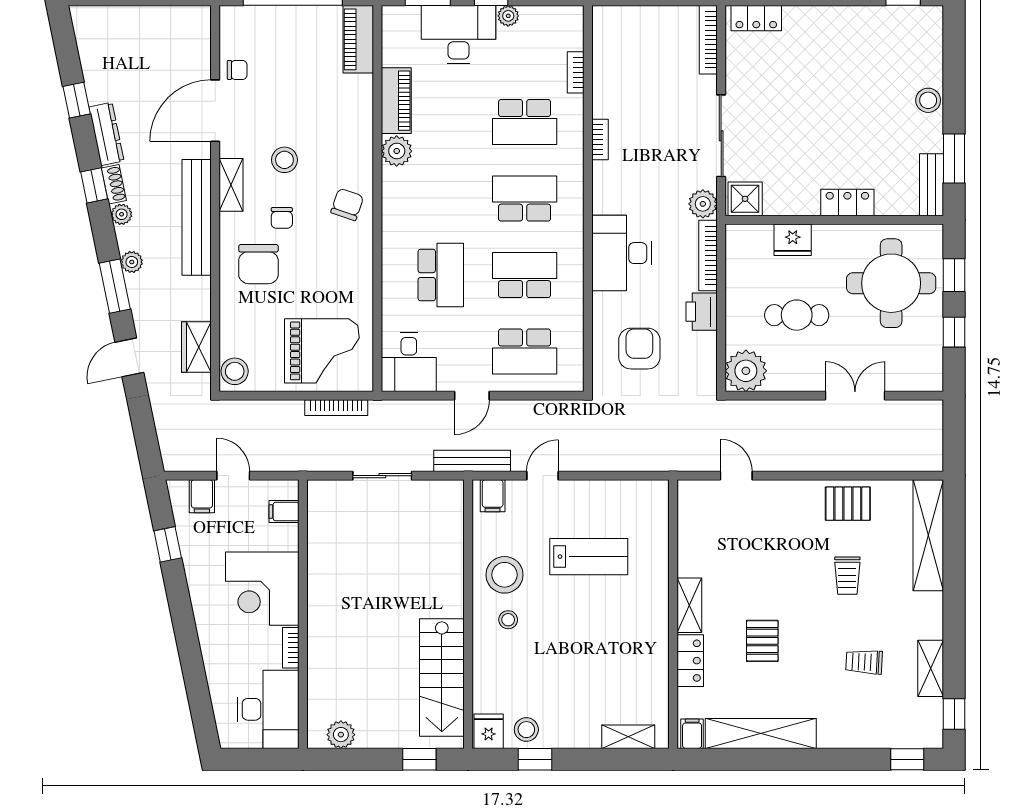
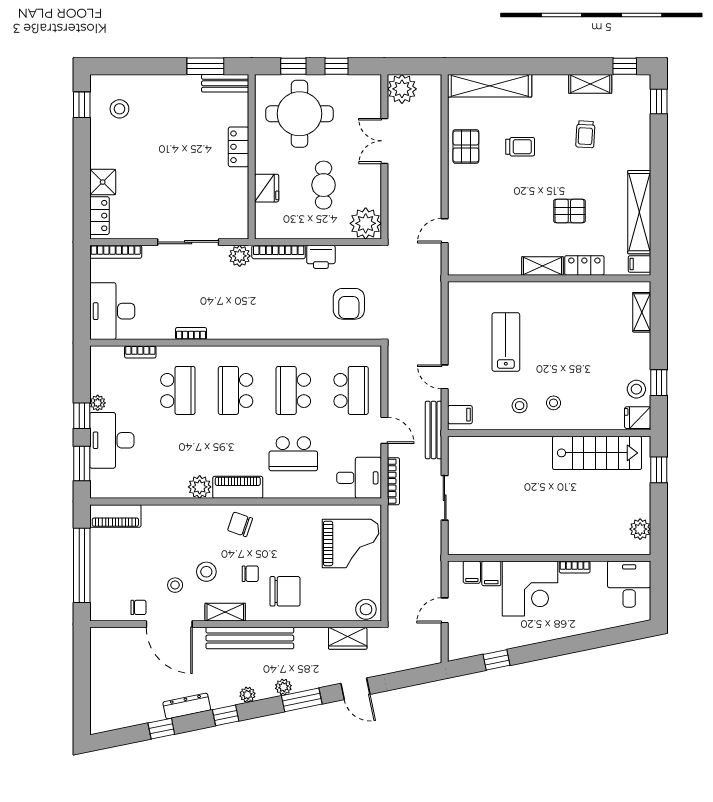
chair: (237, 70) -> (139, 607), turned 90
stool: (928, 100) -> (119, 109), moved
piano: (396, 101) -> (238, 487), moved
stool: (267, 118) -> (175, 585), added
shoe rack: (114, 184) -> (225, 700), removed
shower: (745, 199) -> (103, 182), moved
desk: (622, 253) -> (112, 311), moved, turned 90
school desk: (441, 275) -> (293, 454), turned 180
armchair: (639, 349) -> (349, 304), turned -90
grand piano: (322, 351) -> (351, 543), turned 90
bookcase: (336, 408) -> (393, 481), moved
plant: (924, 419) -> (402, 89), added
filing cabinet: (202, 496) -> (491, 573), moved, turned 90
stool: (505, 575) -> (520, 406), width x0.53, depth x0.53
desk: (268, 709) -> (629, 584), width x0.73

